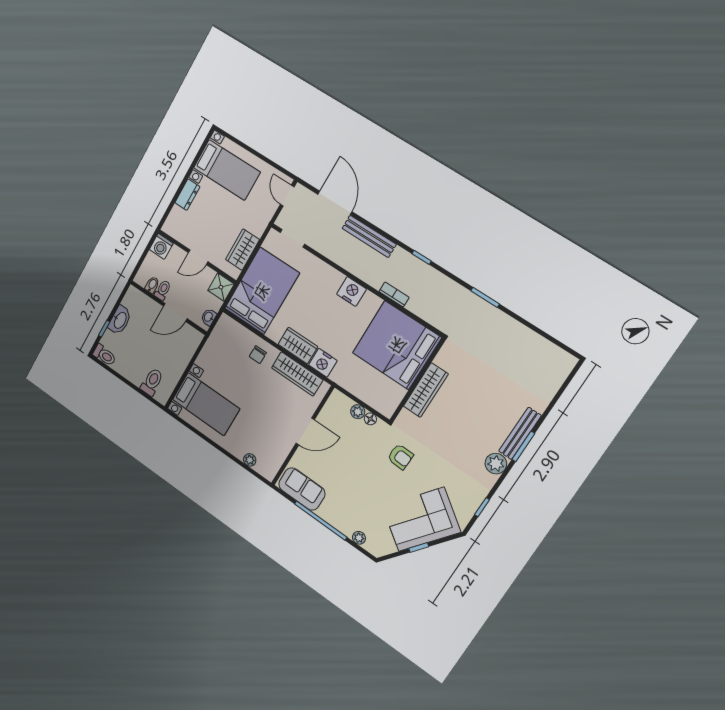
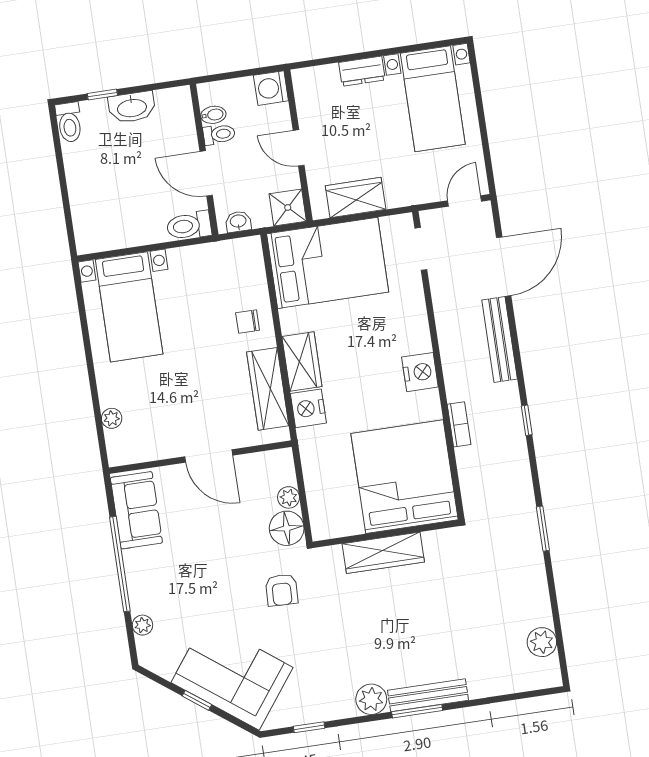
plant: (545, 350) -> (542, 642), added
toilet: (152, 382) -> (189, 226), moved, turned 180
floor lamp: (370, 419) -> (287, 528), width x1.89, depth x1.89

